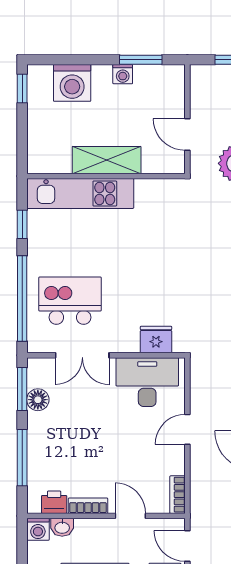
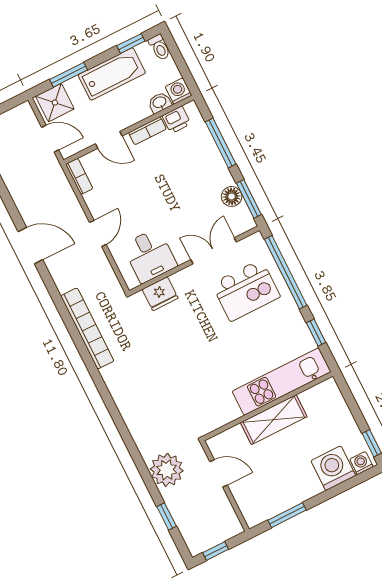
washing machine: (123, 74) -> (361, 463), moved
desk: (147, 382) -> (150, 256), width x0.73

